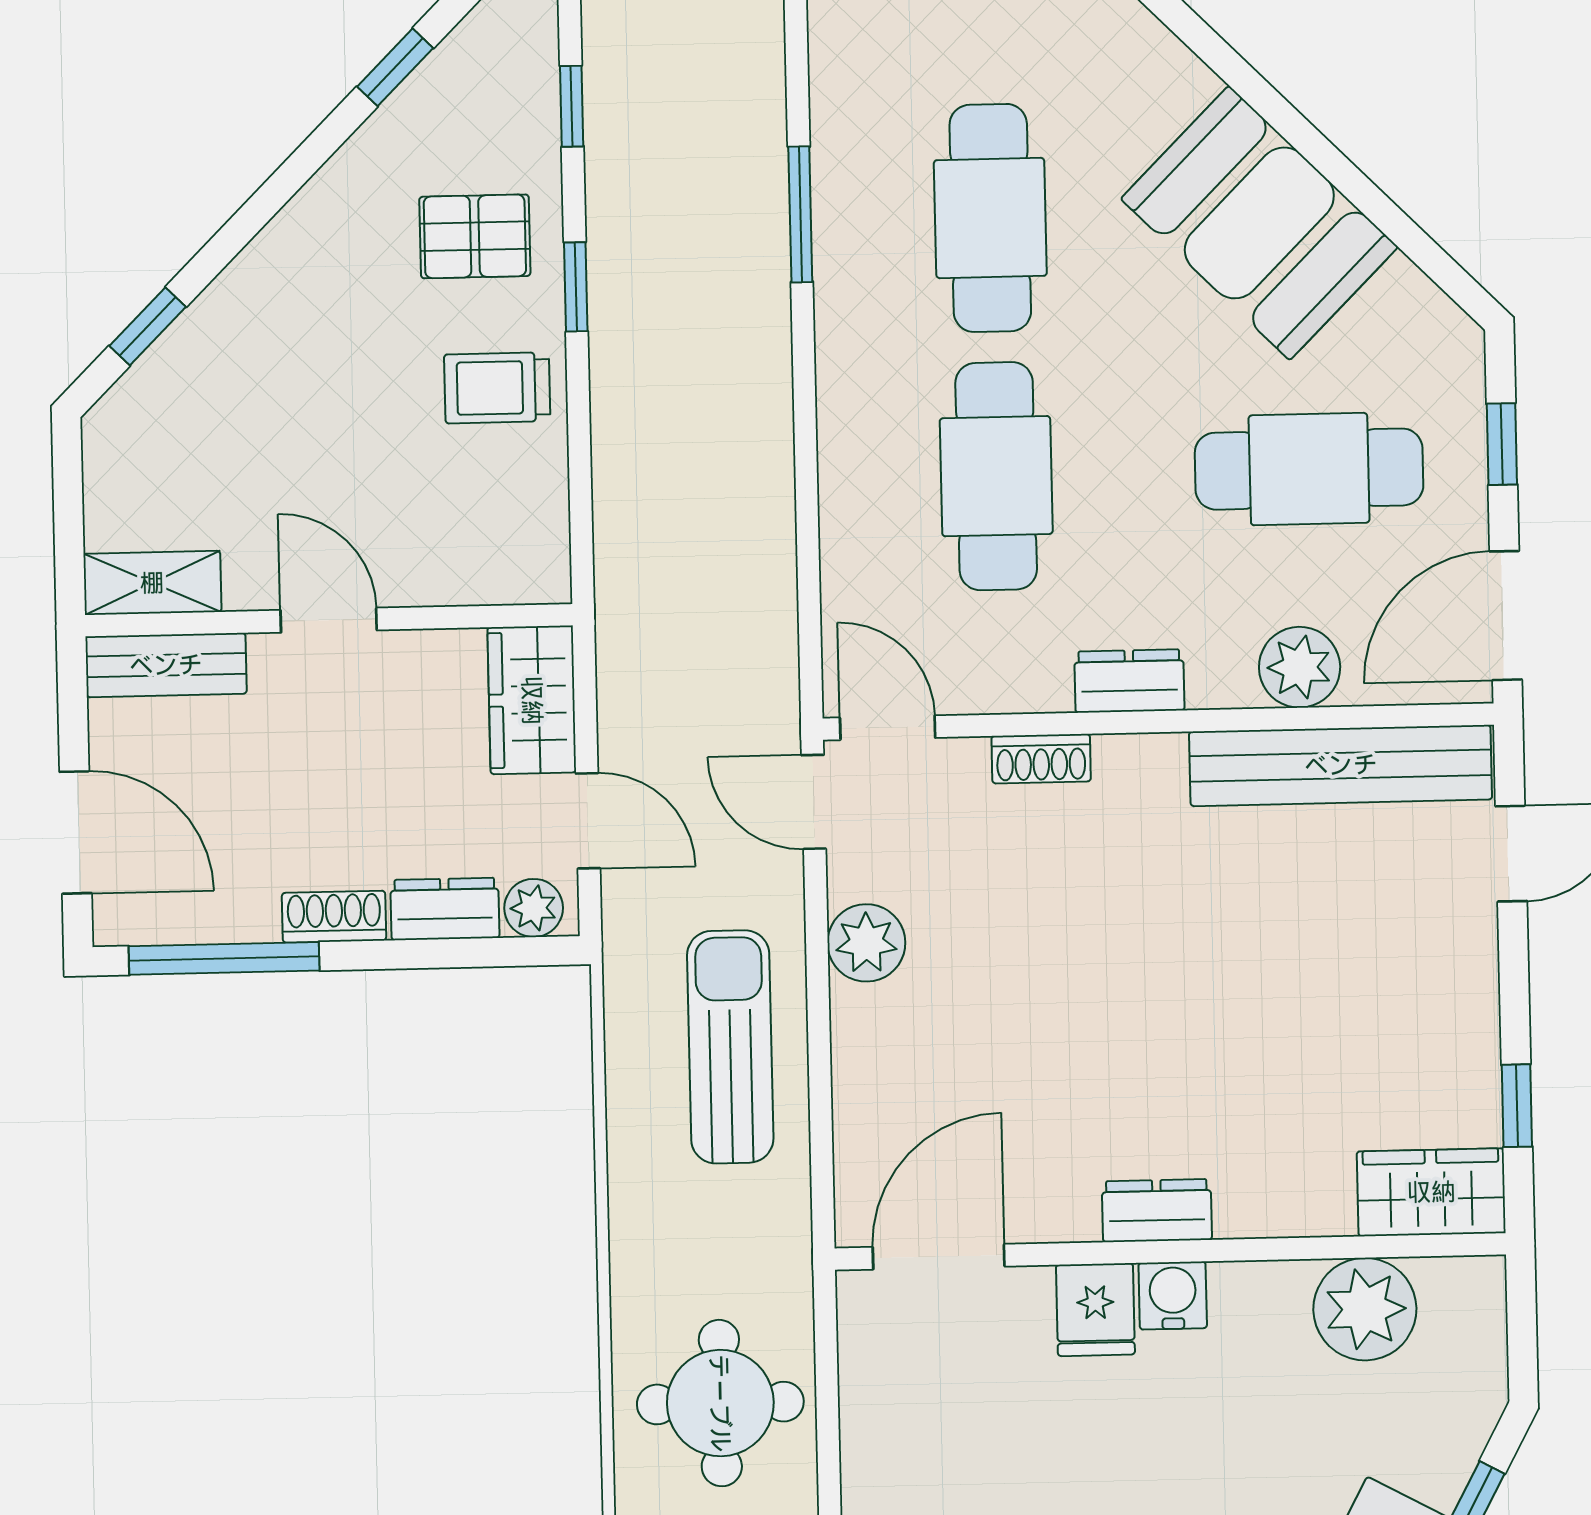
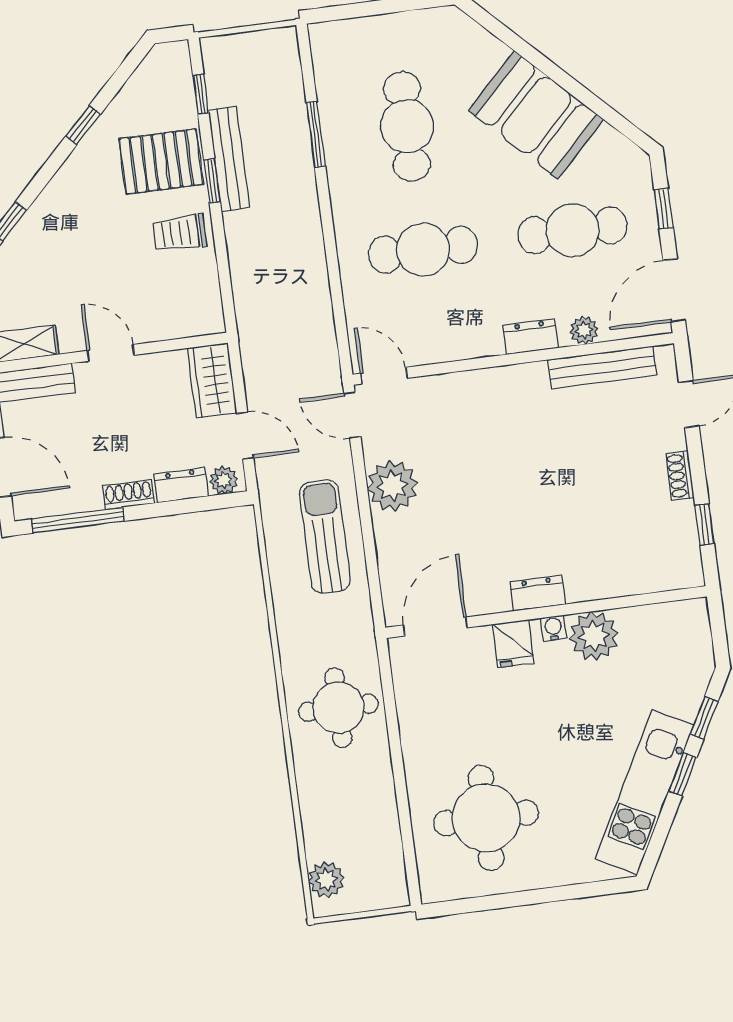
window: (395, 67) -> (83, 125), moved
pallet: (475, 236) -> (161, 162), width x1.50, depth x1.42
bench: (615, 246) -> (229, 159), added
cafe table: (996, 476) -> (423, 250), turned 90
plant: (1300, 667) -> (584, 330), width x0.73, depth x0.73
dresser: (1129, 681) -> (531, 337), moved
shoe rack: (1041, 759) -> (680, 476), moved, turned 90
bench: (1341, 765) -> (602, 367), width x0.73, depth x0.82
plant: (866, 943) -> (392, 486), width x1.36, depth x1.36
wardrobe: (1431, 1192) -> (668, 570), removed
water cooler: (1173, 1296) -> (553, 628), width x0.72, depth x0.72
plant: (1365, 1309) -> (594, 636), moved

